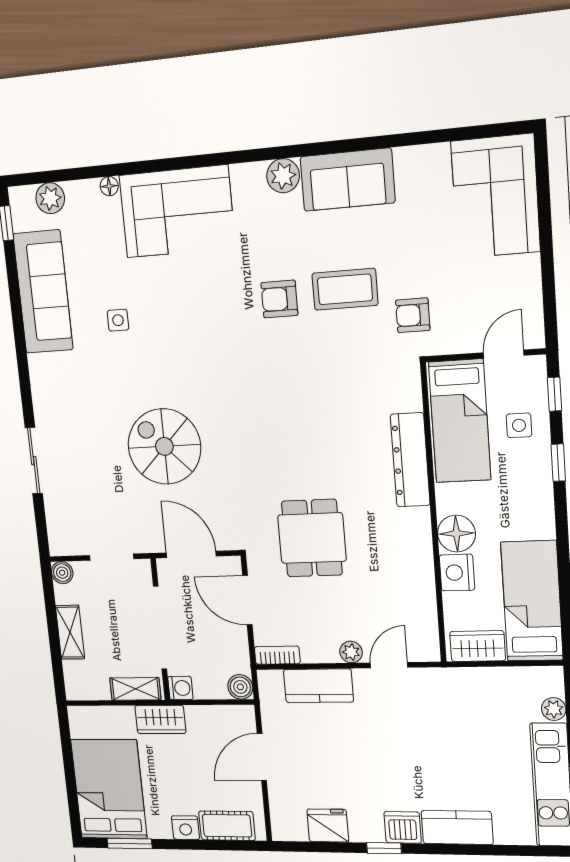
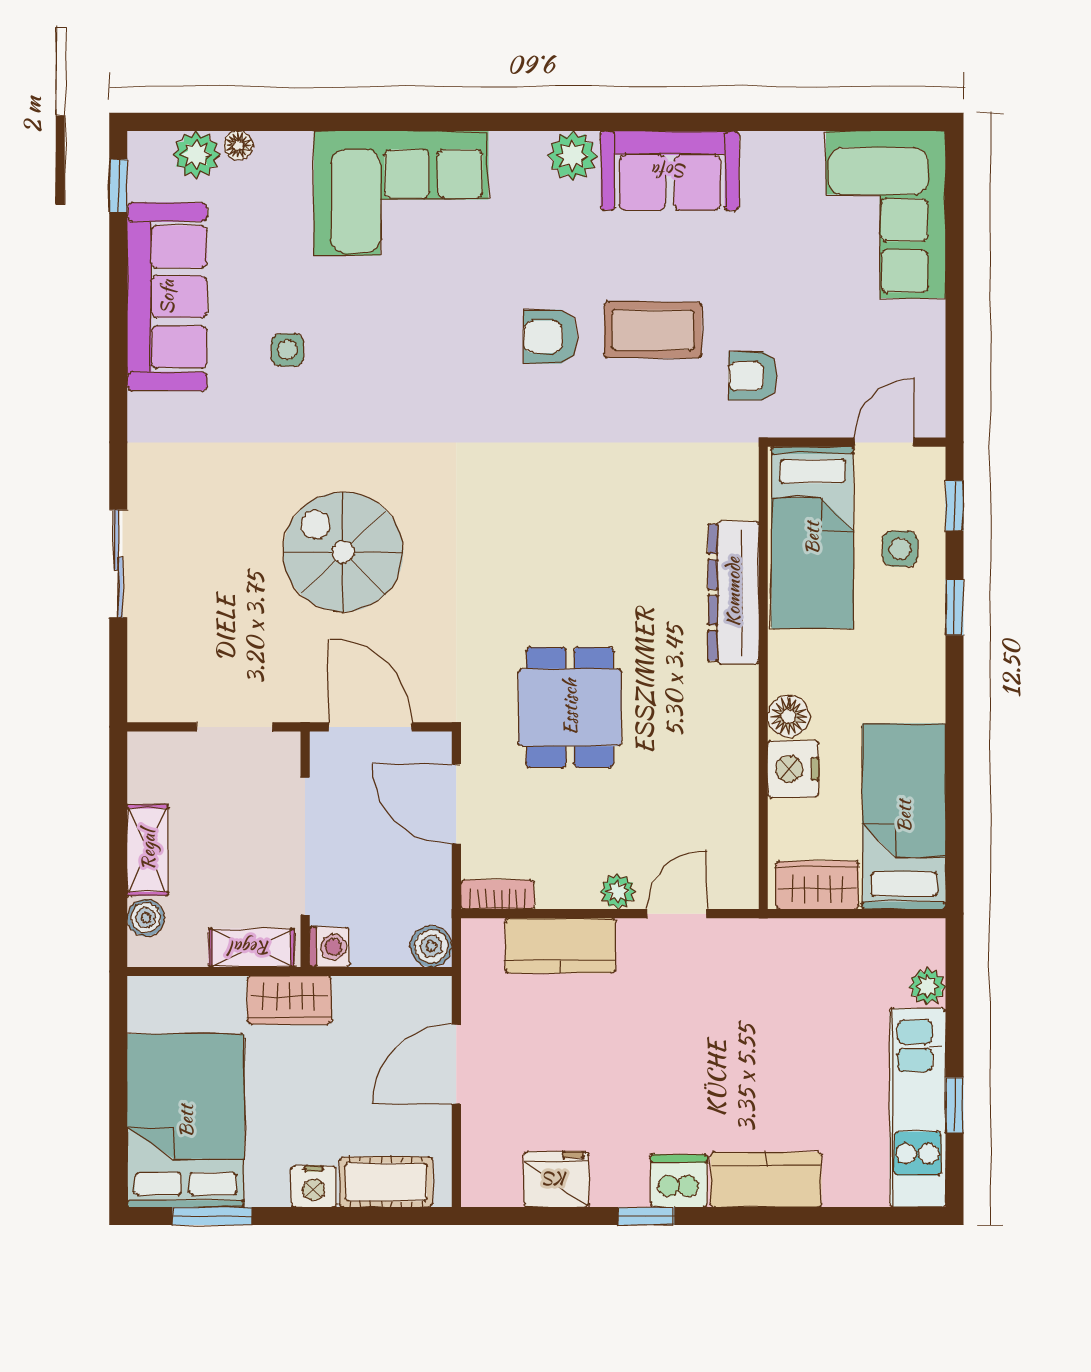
floor lamp: (109, 186) -> (238, 145), moved
floor lamp: (456, 534) -> (789, 716), width x0.73, depth x0.73
boiler: (62, 573) -> (146, 918), moved

